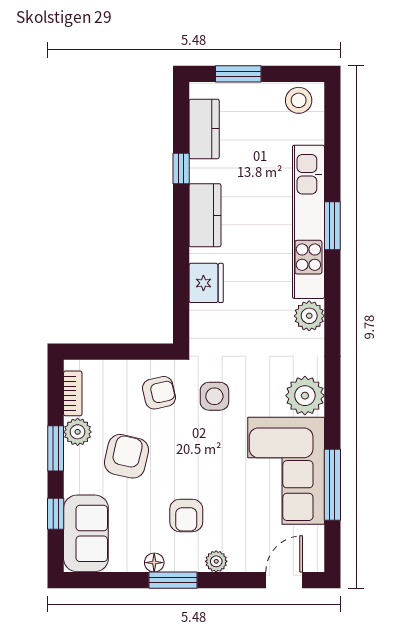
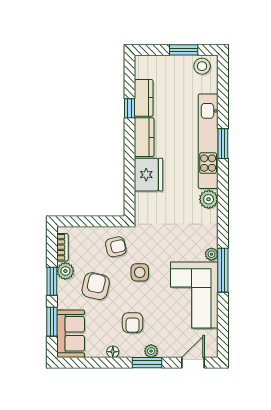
window: (238, 74) -> (184, 50), moved
kitchen counter: (204, 129) -> (144, 98), moved
fridge: (206, 283) -> (148, 175), width x1.36, depth x1.34
side table: (214, 396) -> (140, 272), moved
plant: (305, 396) -> (211, 254), width x0.53, depth x0.53
window: (332, 485) -> (223, 270), moved
window: (56, 514) -> (52, 322), width x1.50
window: (173, 580) -> (147, 363), moved

